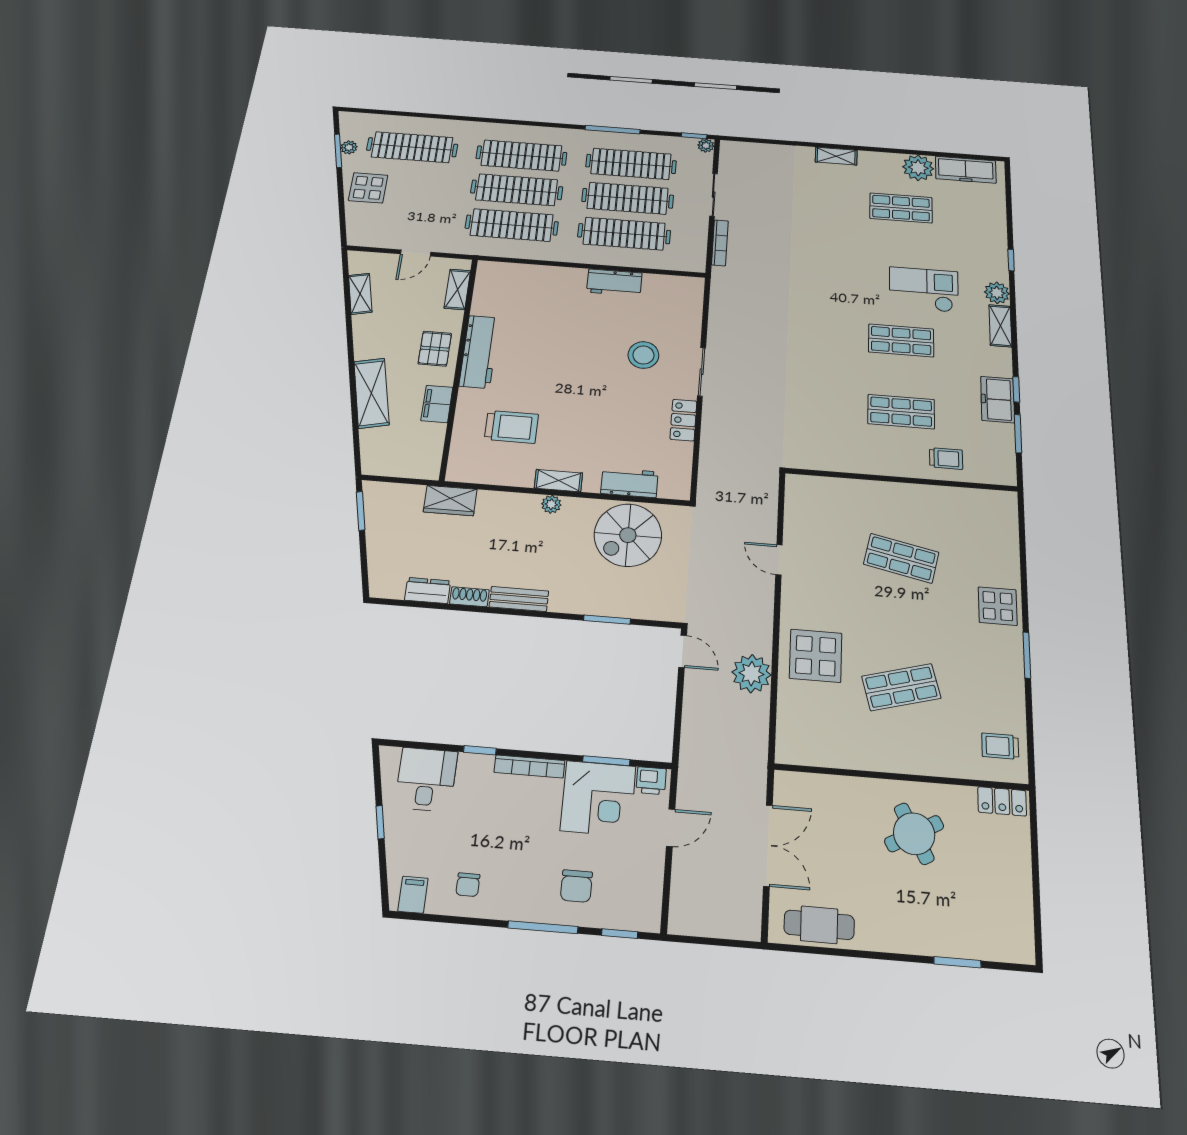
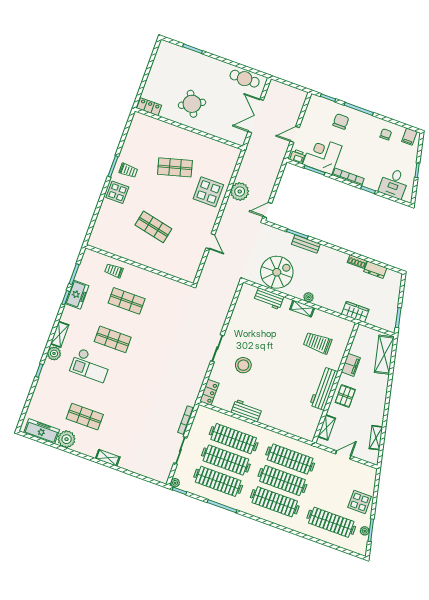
shelving: (371, 393) -> (384, 355), moved
locker: (683, 420) -> (209, 392), moved
bench: (519, 599) -> (306, 244), moved
door: (683, 651) -> (267, 210), hinge flipped
trolley: (1000, 746) -> (128, 170), moved

